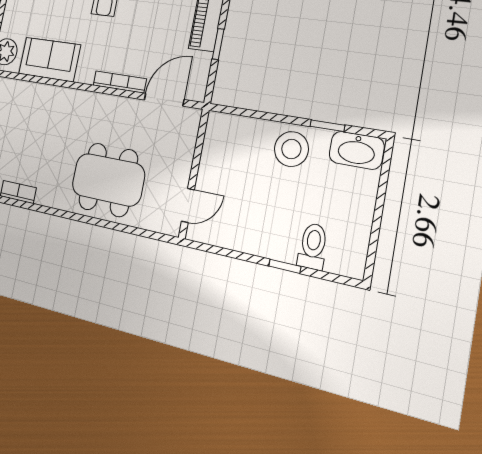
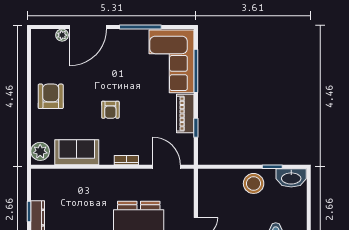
bookcase: (120, 82) -> (126, 160), width x0.64
door: (164, 100) -> (167, 167), hinge flipped

